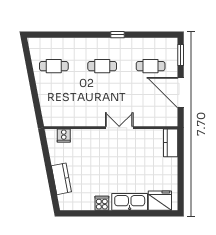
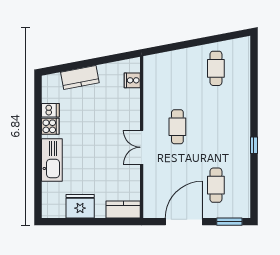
cafe table: (102, 66) -> (177, 127), moved
double door: (119, 128) -> (142, 147), swing flipped
fridge: (160, 201) -> (80, 206), moved, turned -90
dishwasher: (89, 203) -> (50, 110), added

